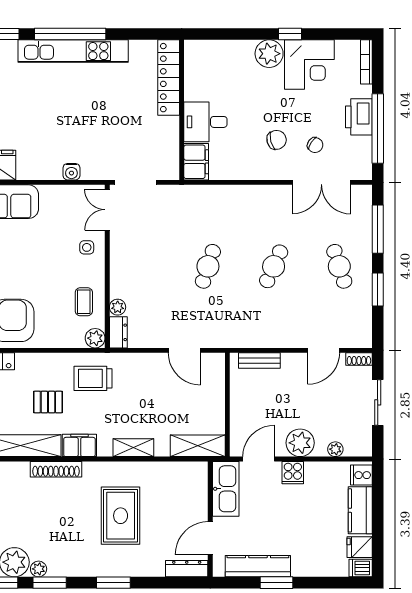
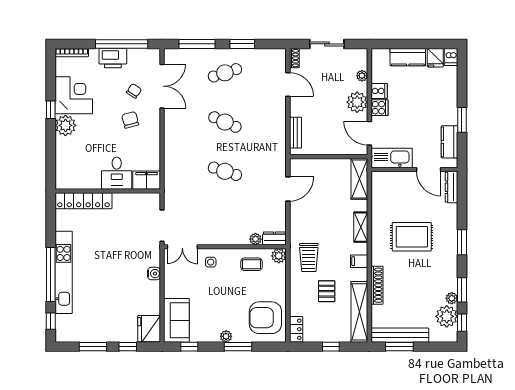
filing cabinet: (79, 445) -> (359, 261), width x0.50
cooker: (361, 475) -> (379, 91), moved, turned -90
kitchen counter: (258, 566) -> (450, 142), width x0.67

